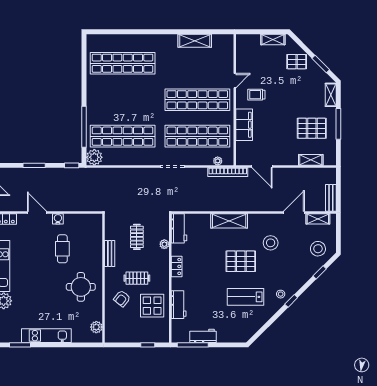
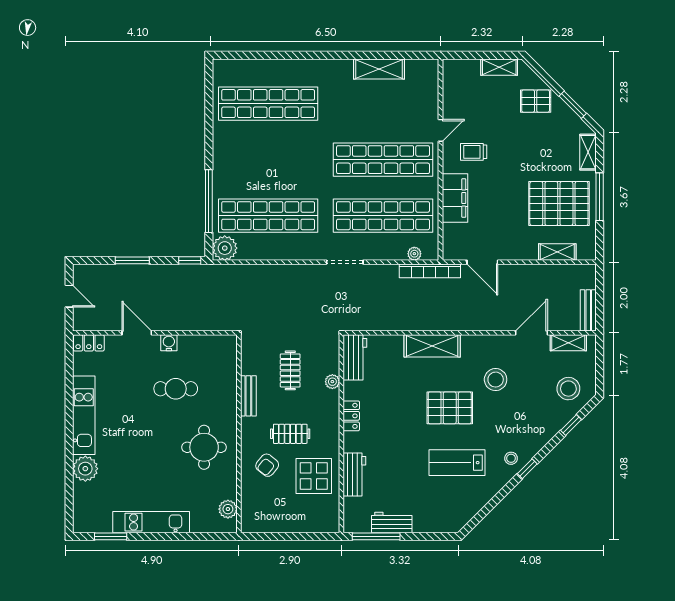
pallet: (312, 128) -> (559, 204), width x1.37, depth x1.41
cafe table: (62, 249) -> (176, 389), turned 90
window: (148, 345) -> (307, 536), removed

